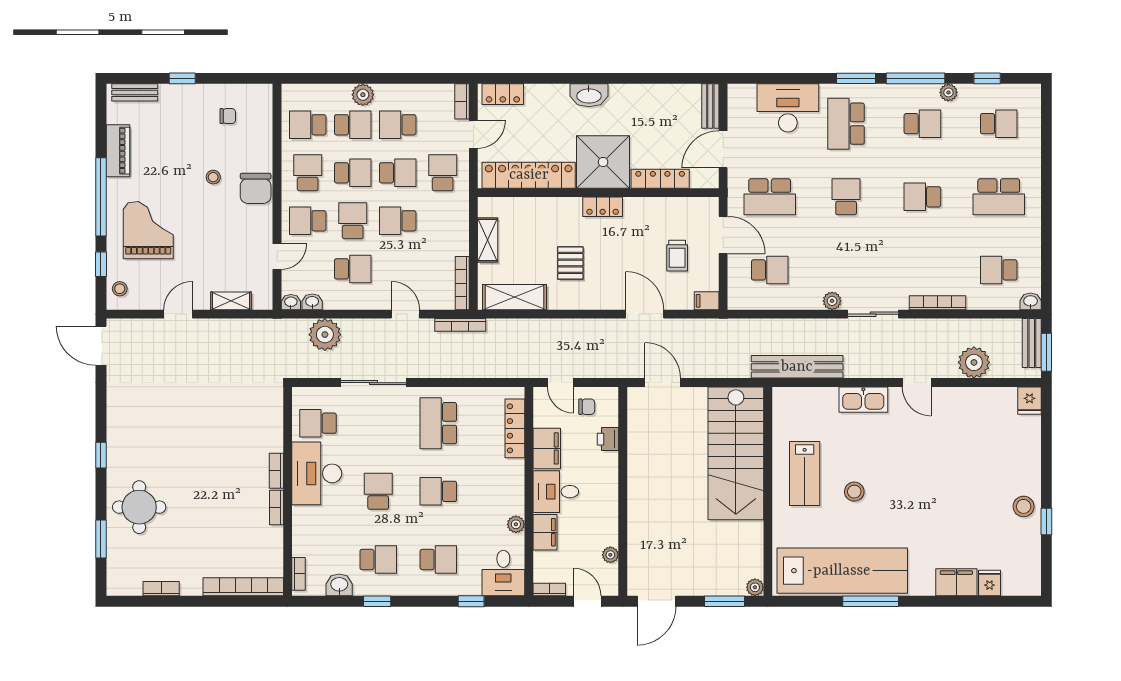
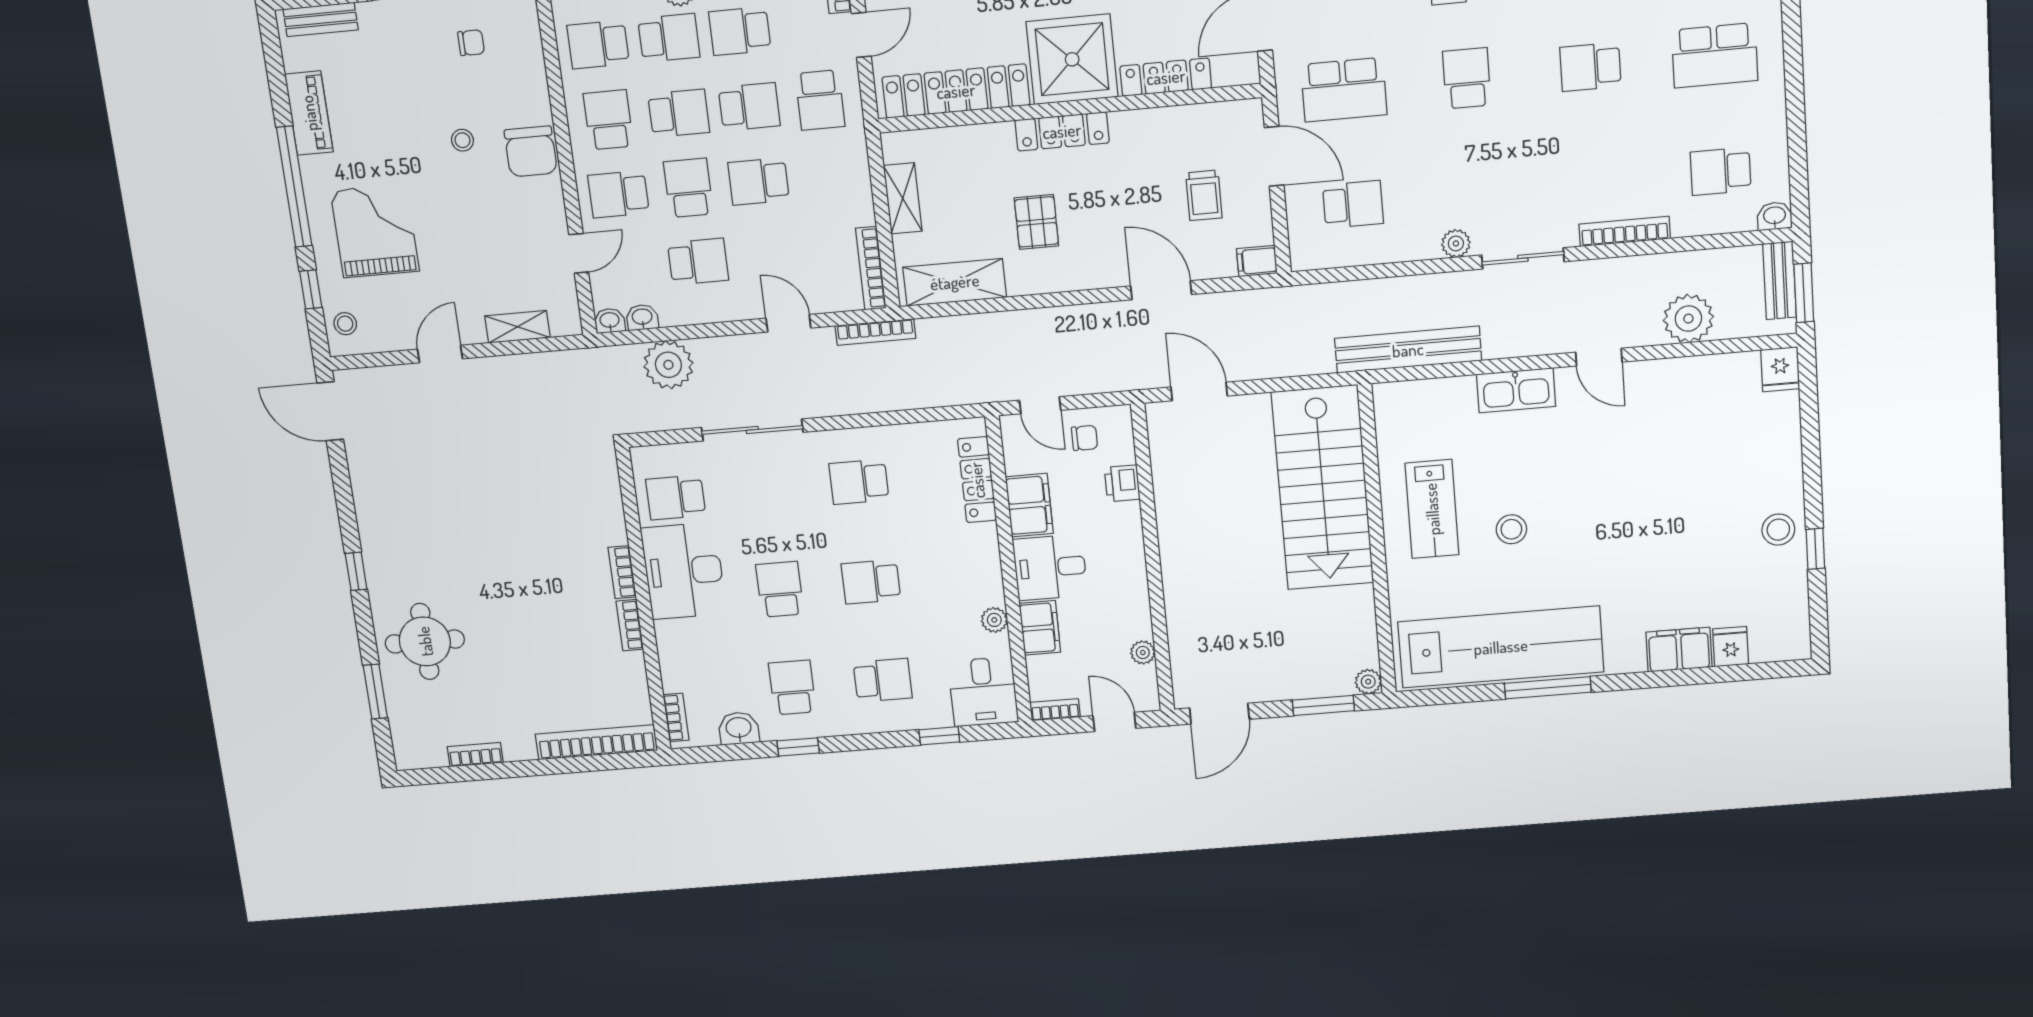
school desk: (443, 173) -> (820, 100), turned 180
locker: (603, 207) -> (1062, 131), width x1.53
school desk: (438, 423) -> (859, 482), width x0.54
school desk: (378, 560) -> (792, 687), turned -90

